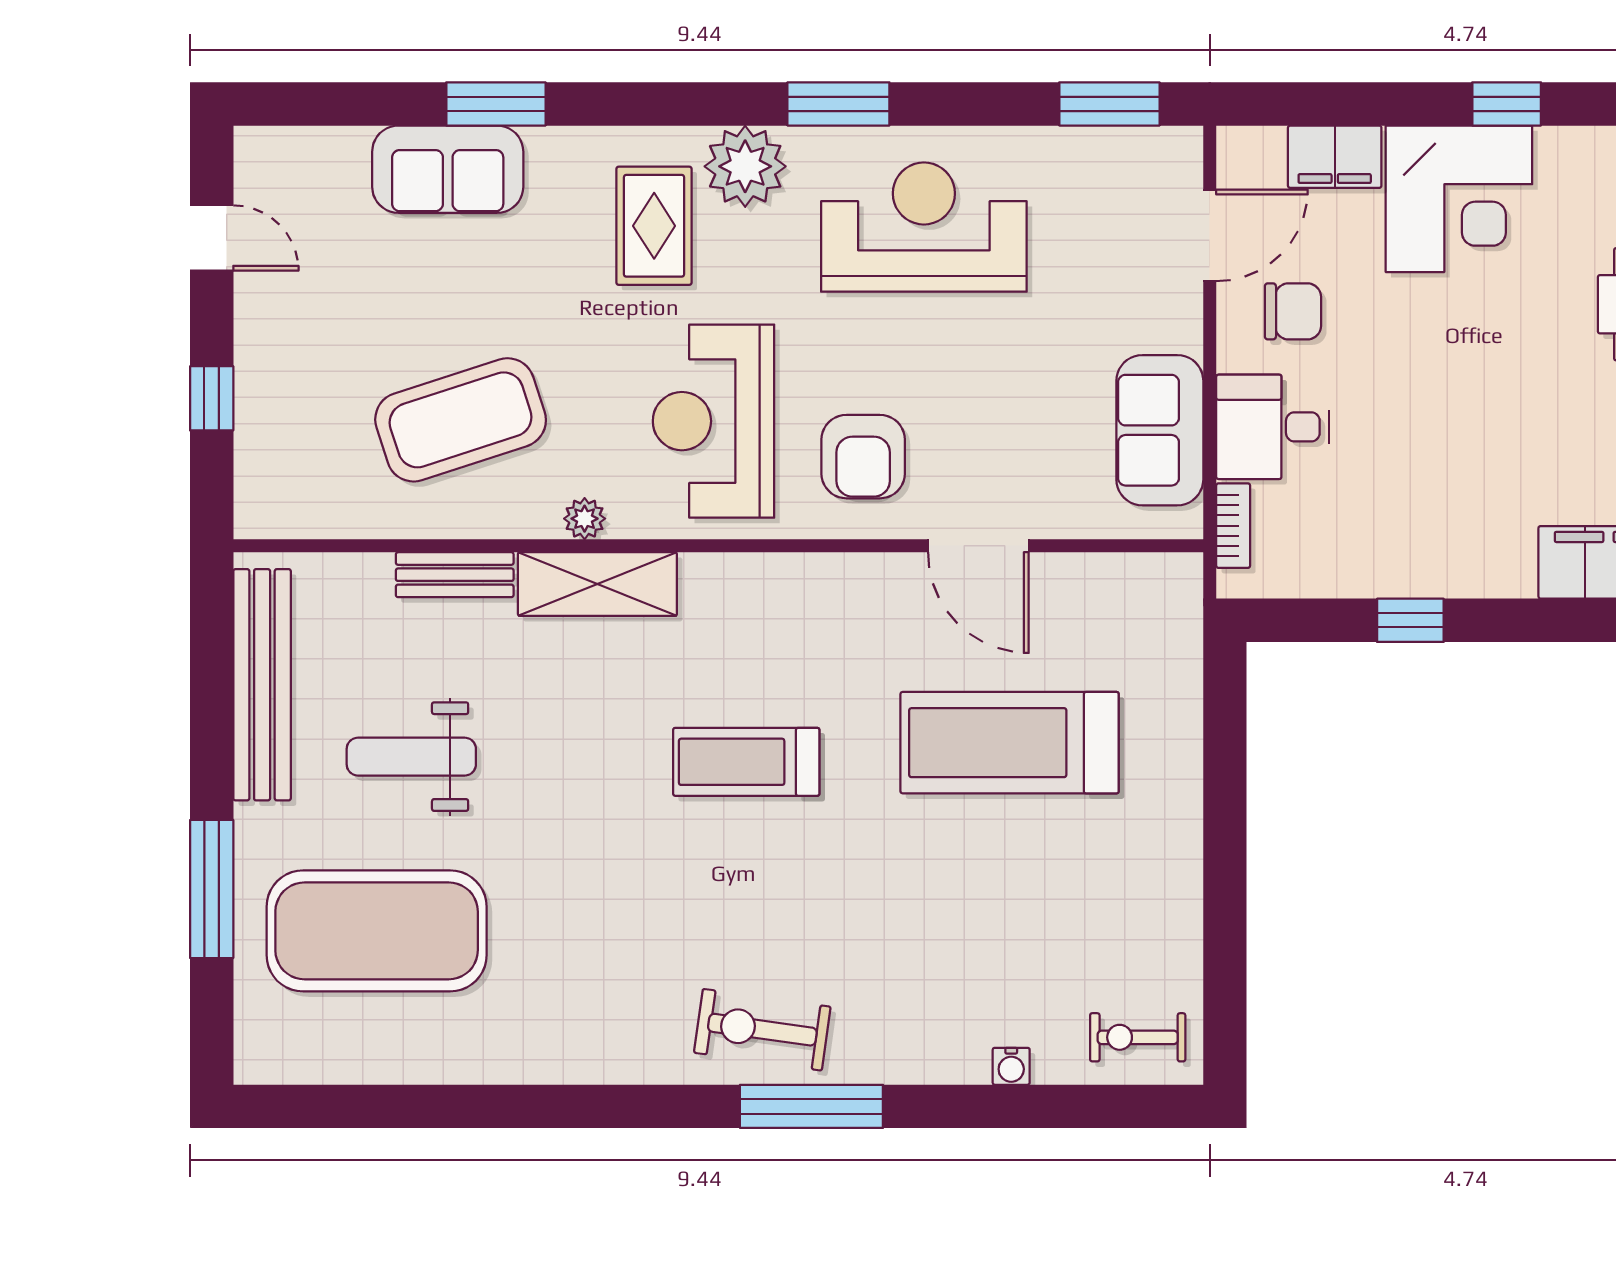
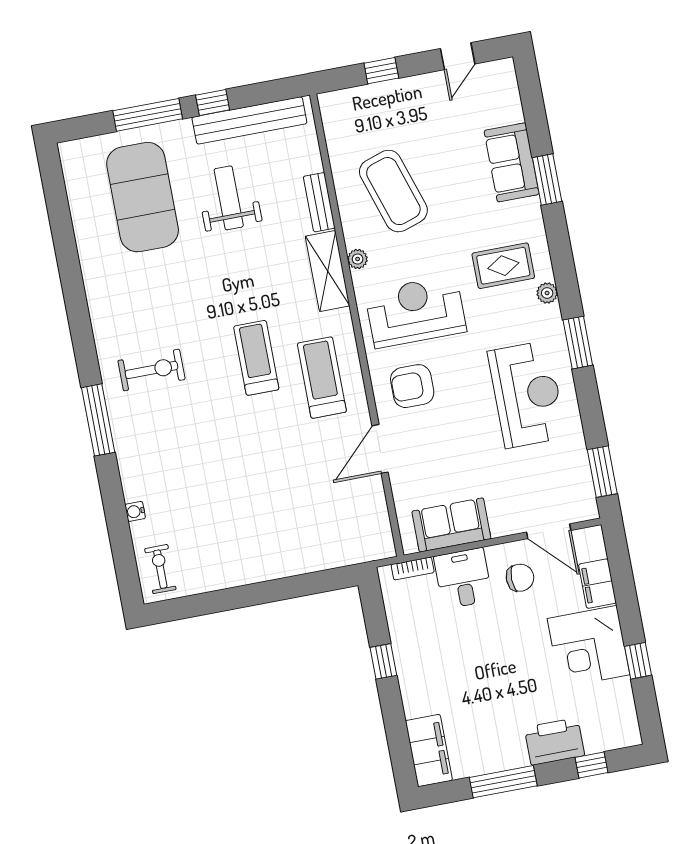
plant: (745, 166) -> (547, 293), width x0.53, depth x0.53
chair: (1293, 311) -> (520, 578), turned -90
treadmill: (1010, 743) -> (322, 378), moved, width x0.73, depth x0.73
window: (212, 753) -> (213, 103), added
exercise bike: (762, 1030) -> (151, 370), moved, turned 82

